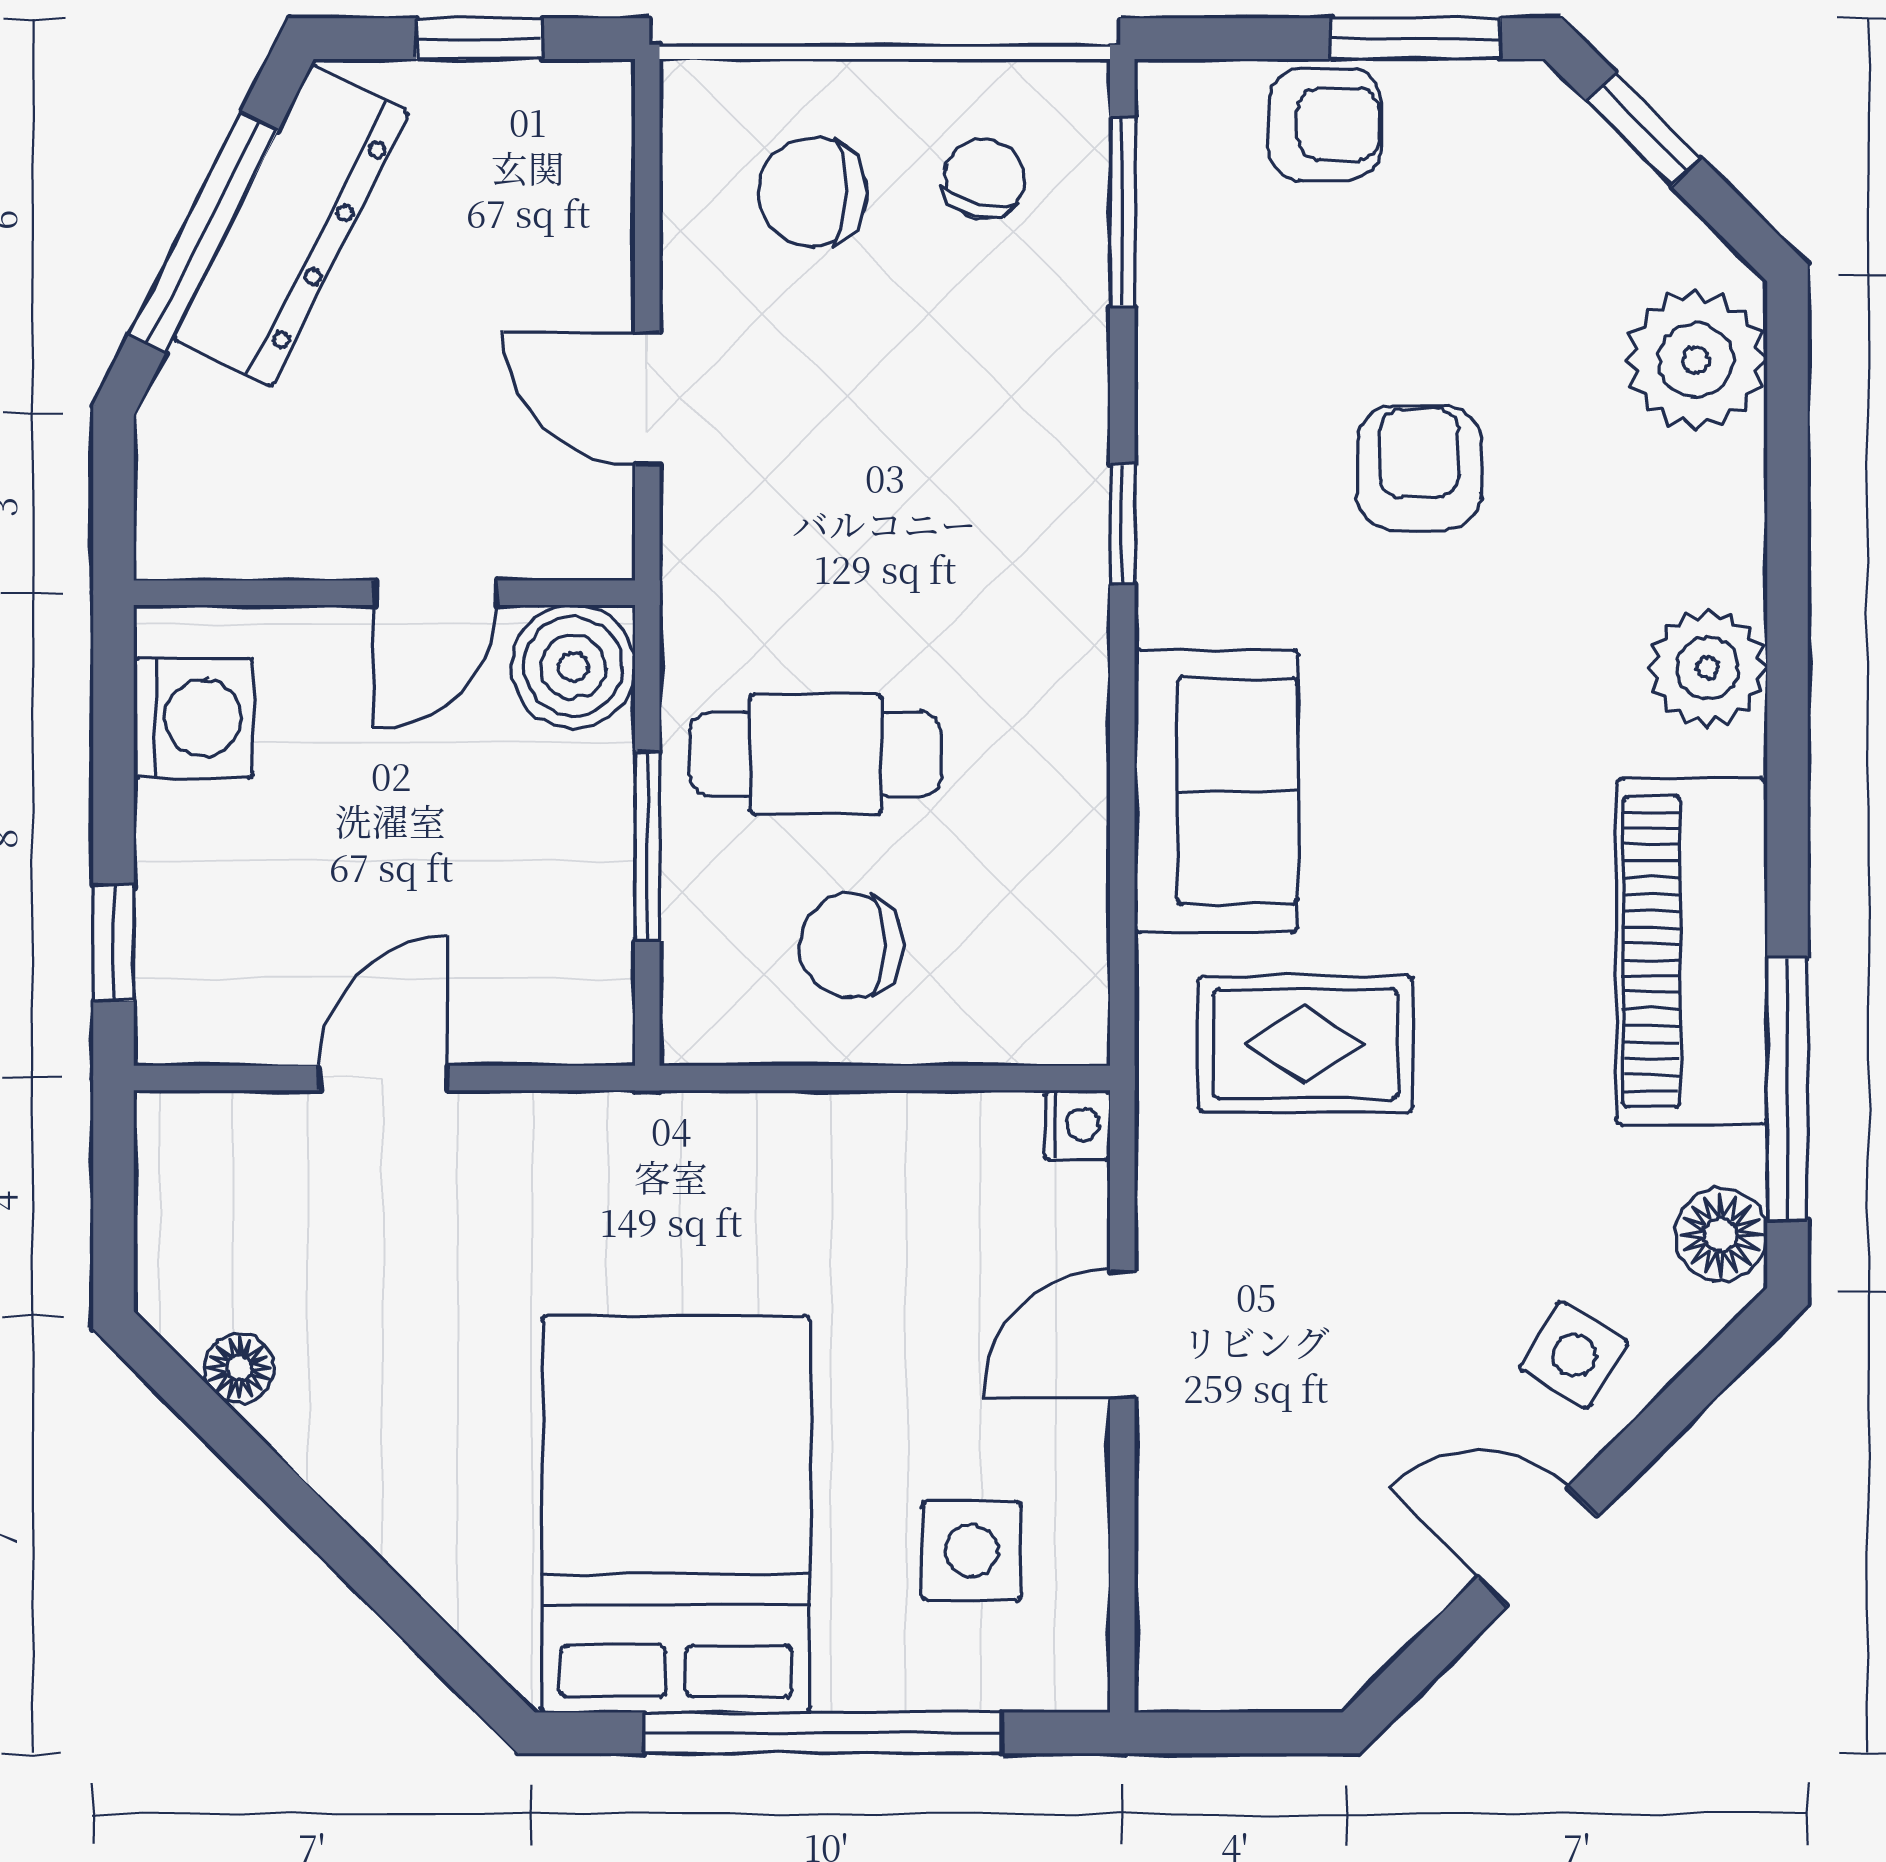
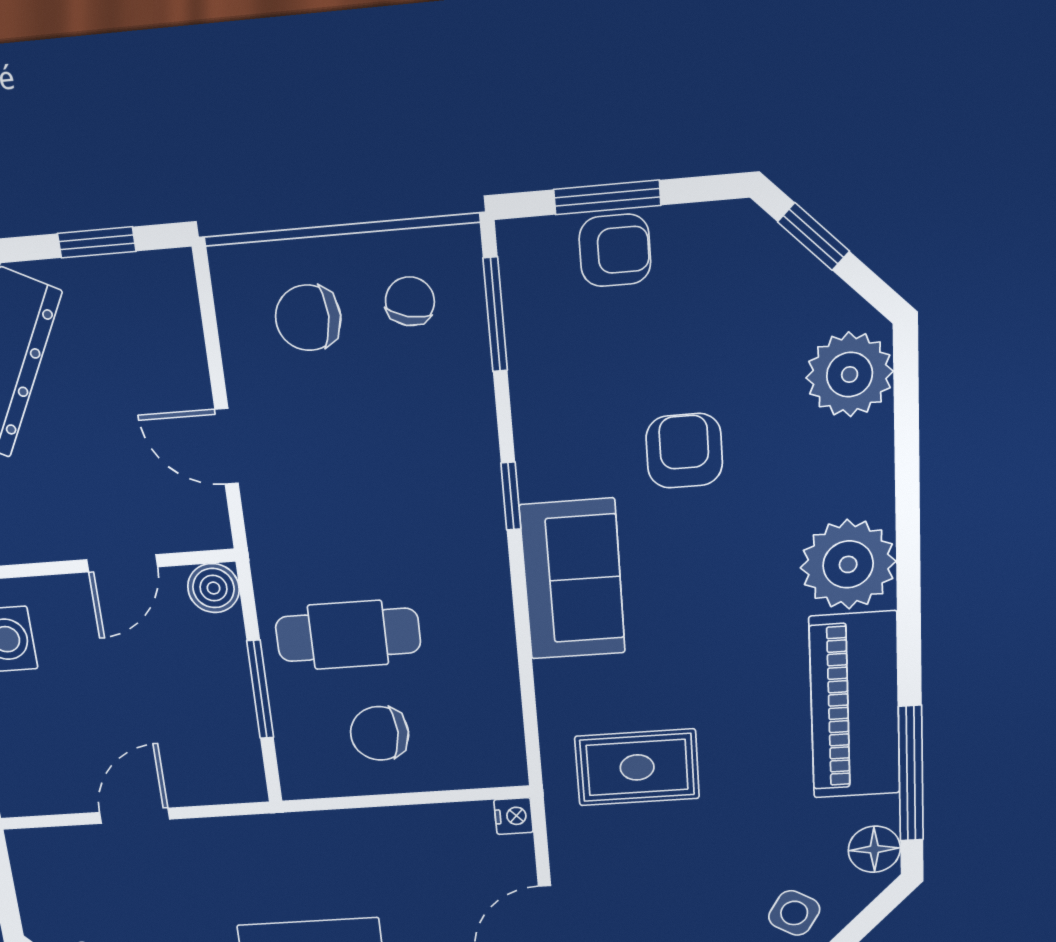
window: (1415, 39) -> (607, 197), moved
boiler: (573, 667) -> (214, 588), width x0.73, depth x0.73
plant: (1708, 668) -> (848, 564), width x1.36, depth x1.36
sofa: (1216, 791) -> (573, 579), moved

